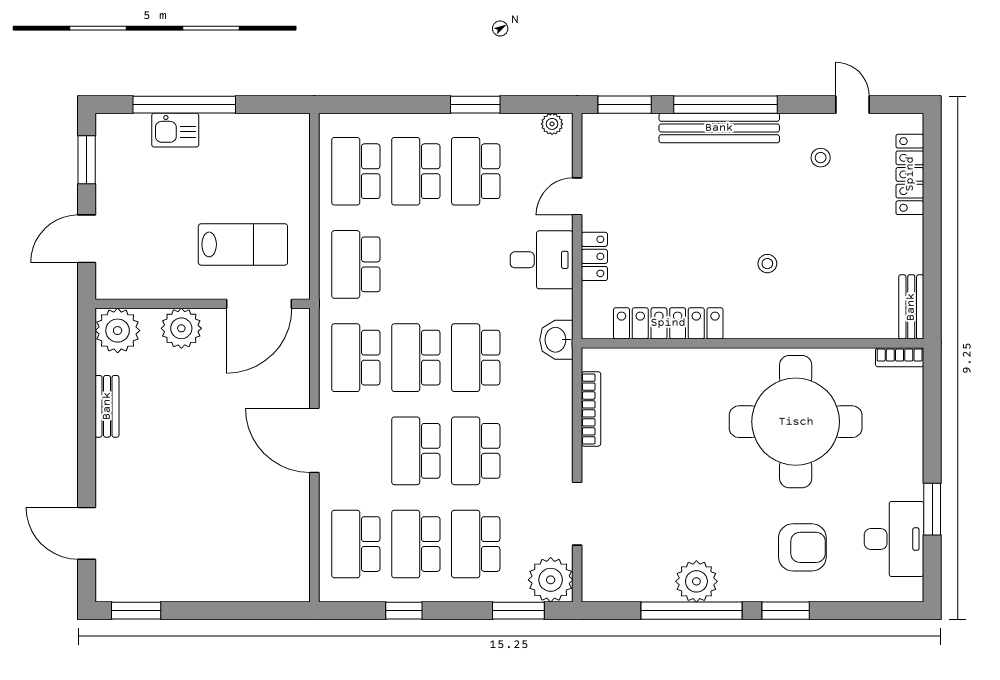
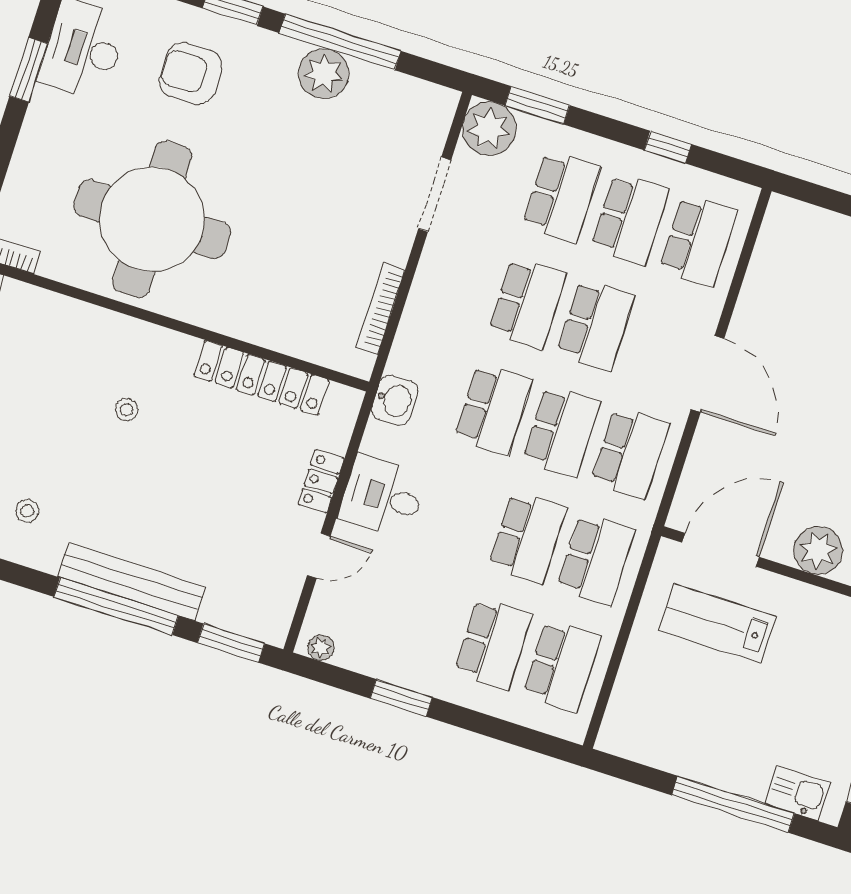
kitchen sink: (175, 130) -> (798, 793), moved
school desk: (476, 171) -> (528, 537), moved

